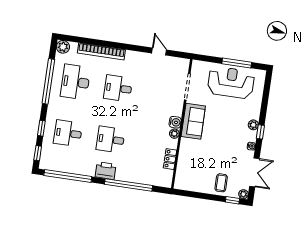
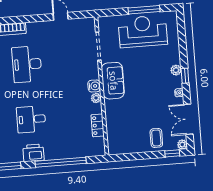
desk: (118, 88) -> (27, 64), width x1.37
double door: (254, 172) -> (188, 119), swing flipped

